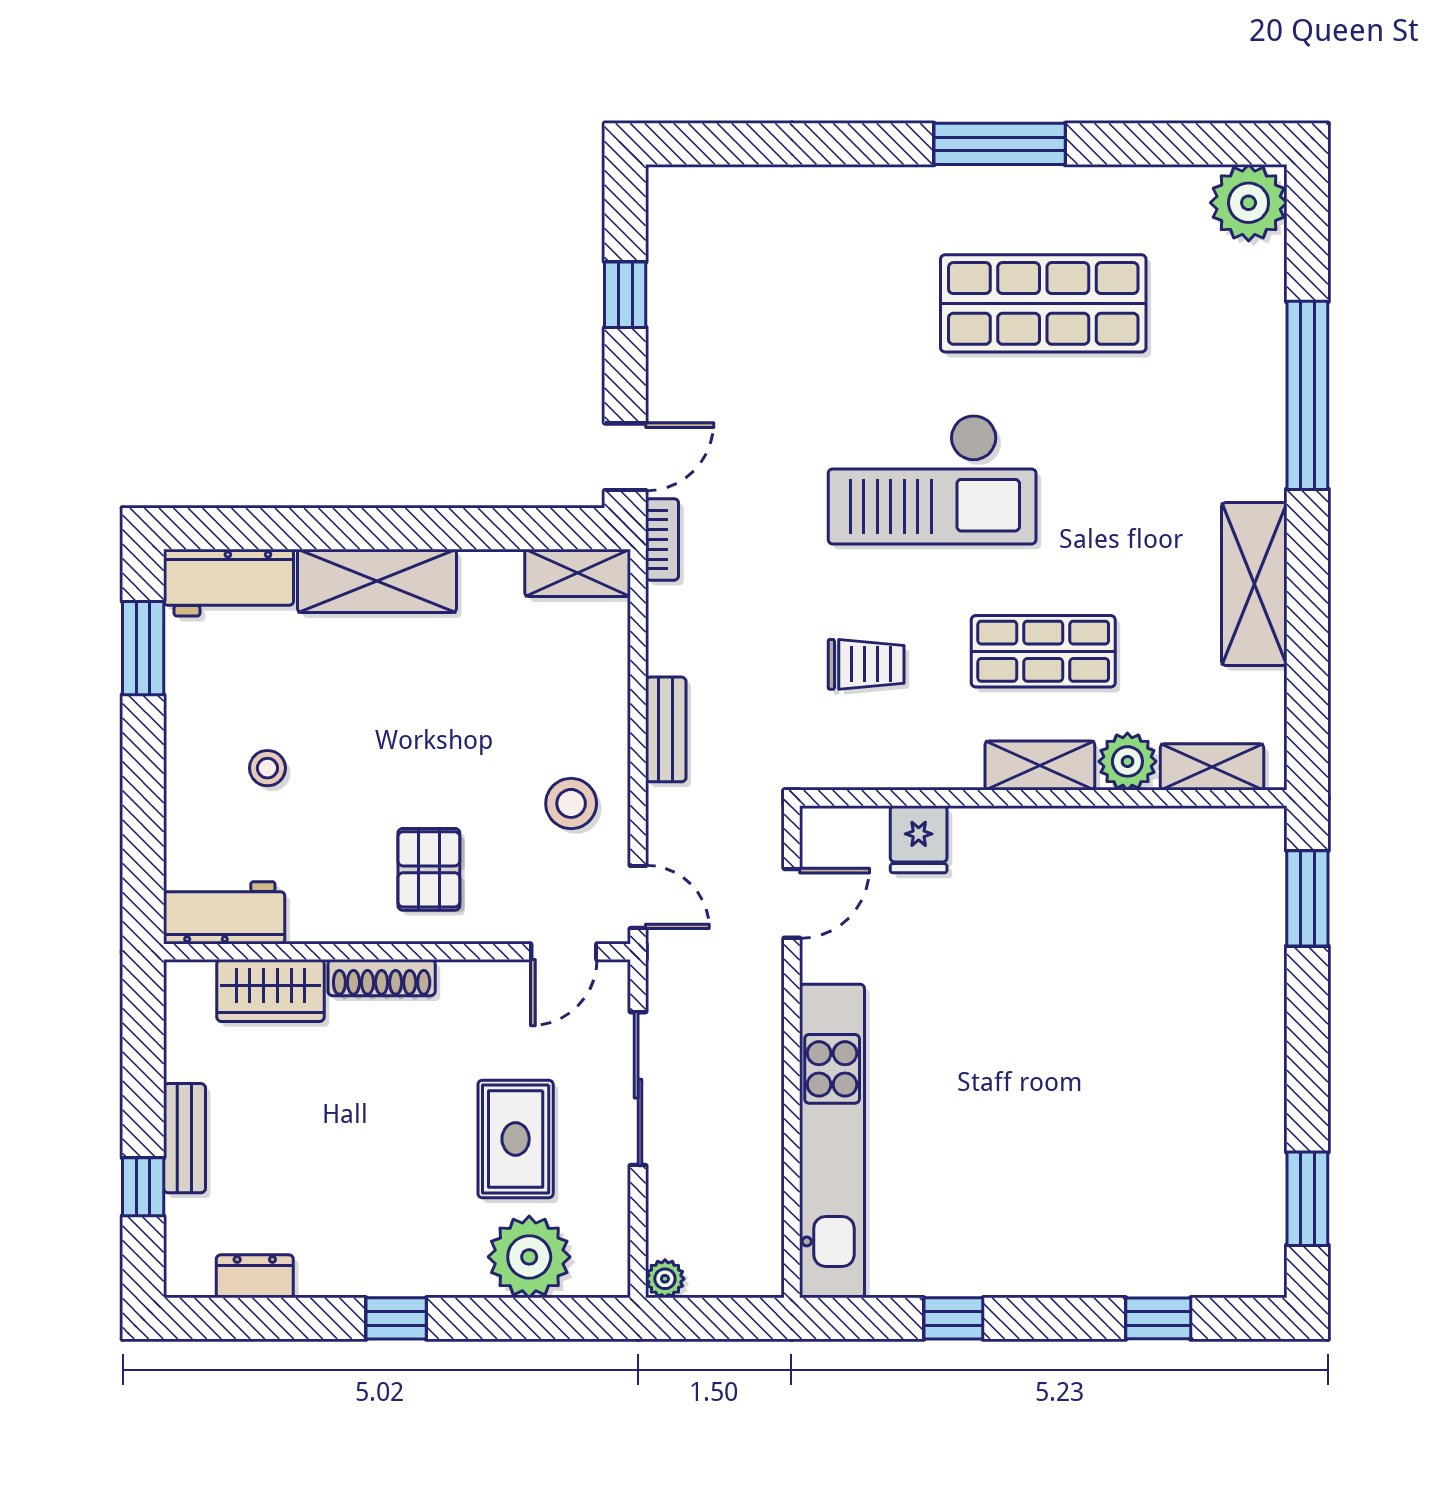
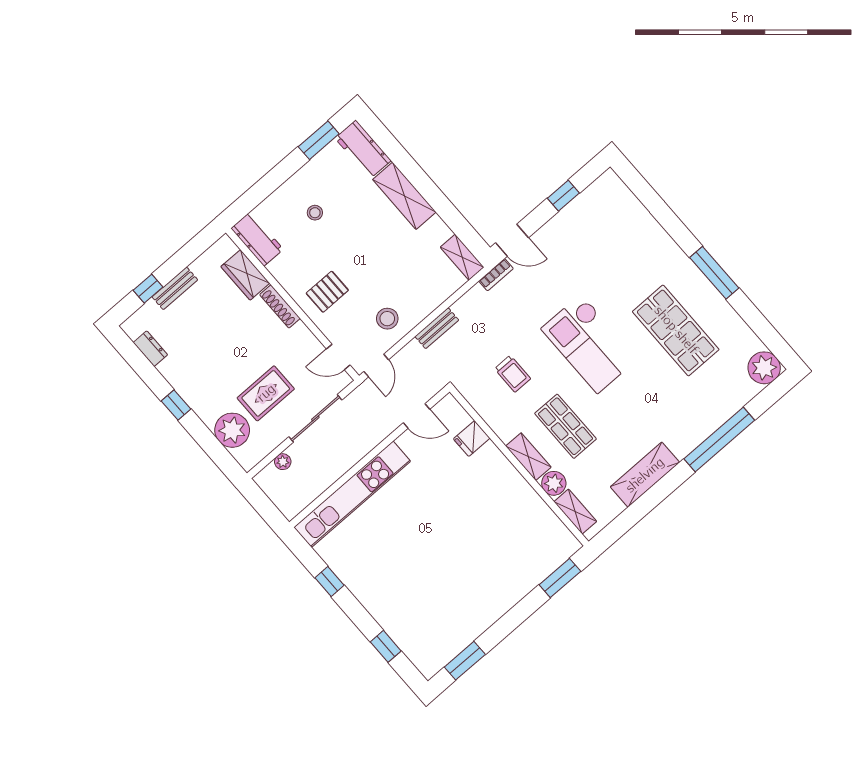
plant: (665, 1279) -> (283, 462), moved

